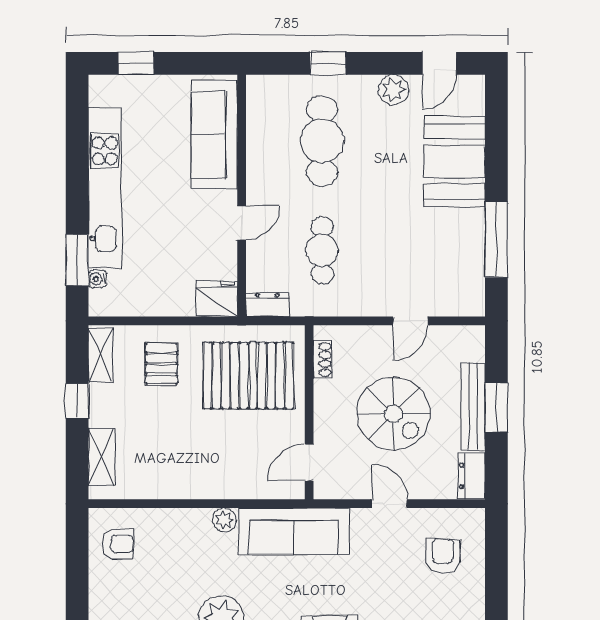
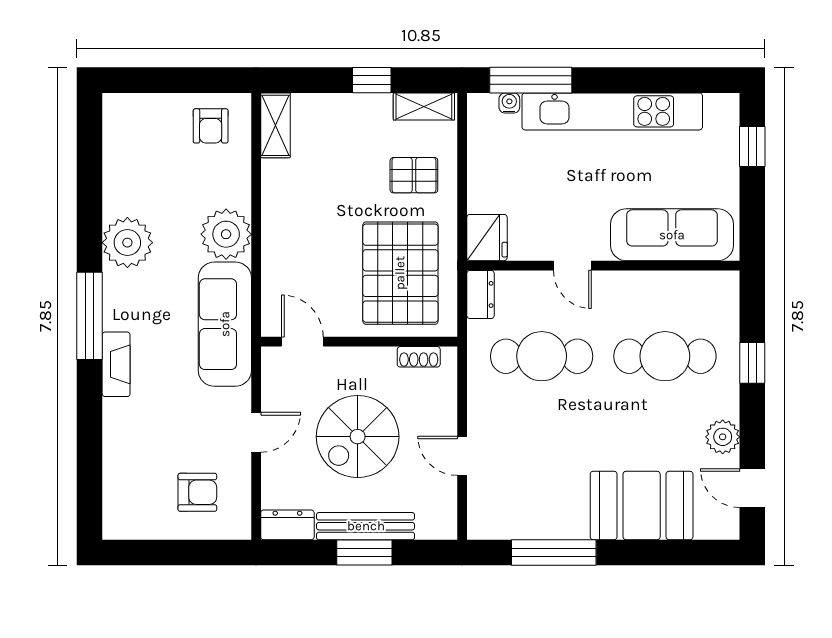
cafe table: (322, 250) -> (542, 356), width x1.37, depth x1.35
window: (77, 260) -> (531, 80), width x1.44
shelving: (101, 457) -> (275, 125), moved, turned 90
plant: (224, 520) -> (226, 234), width x1.87, depth x1.87

